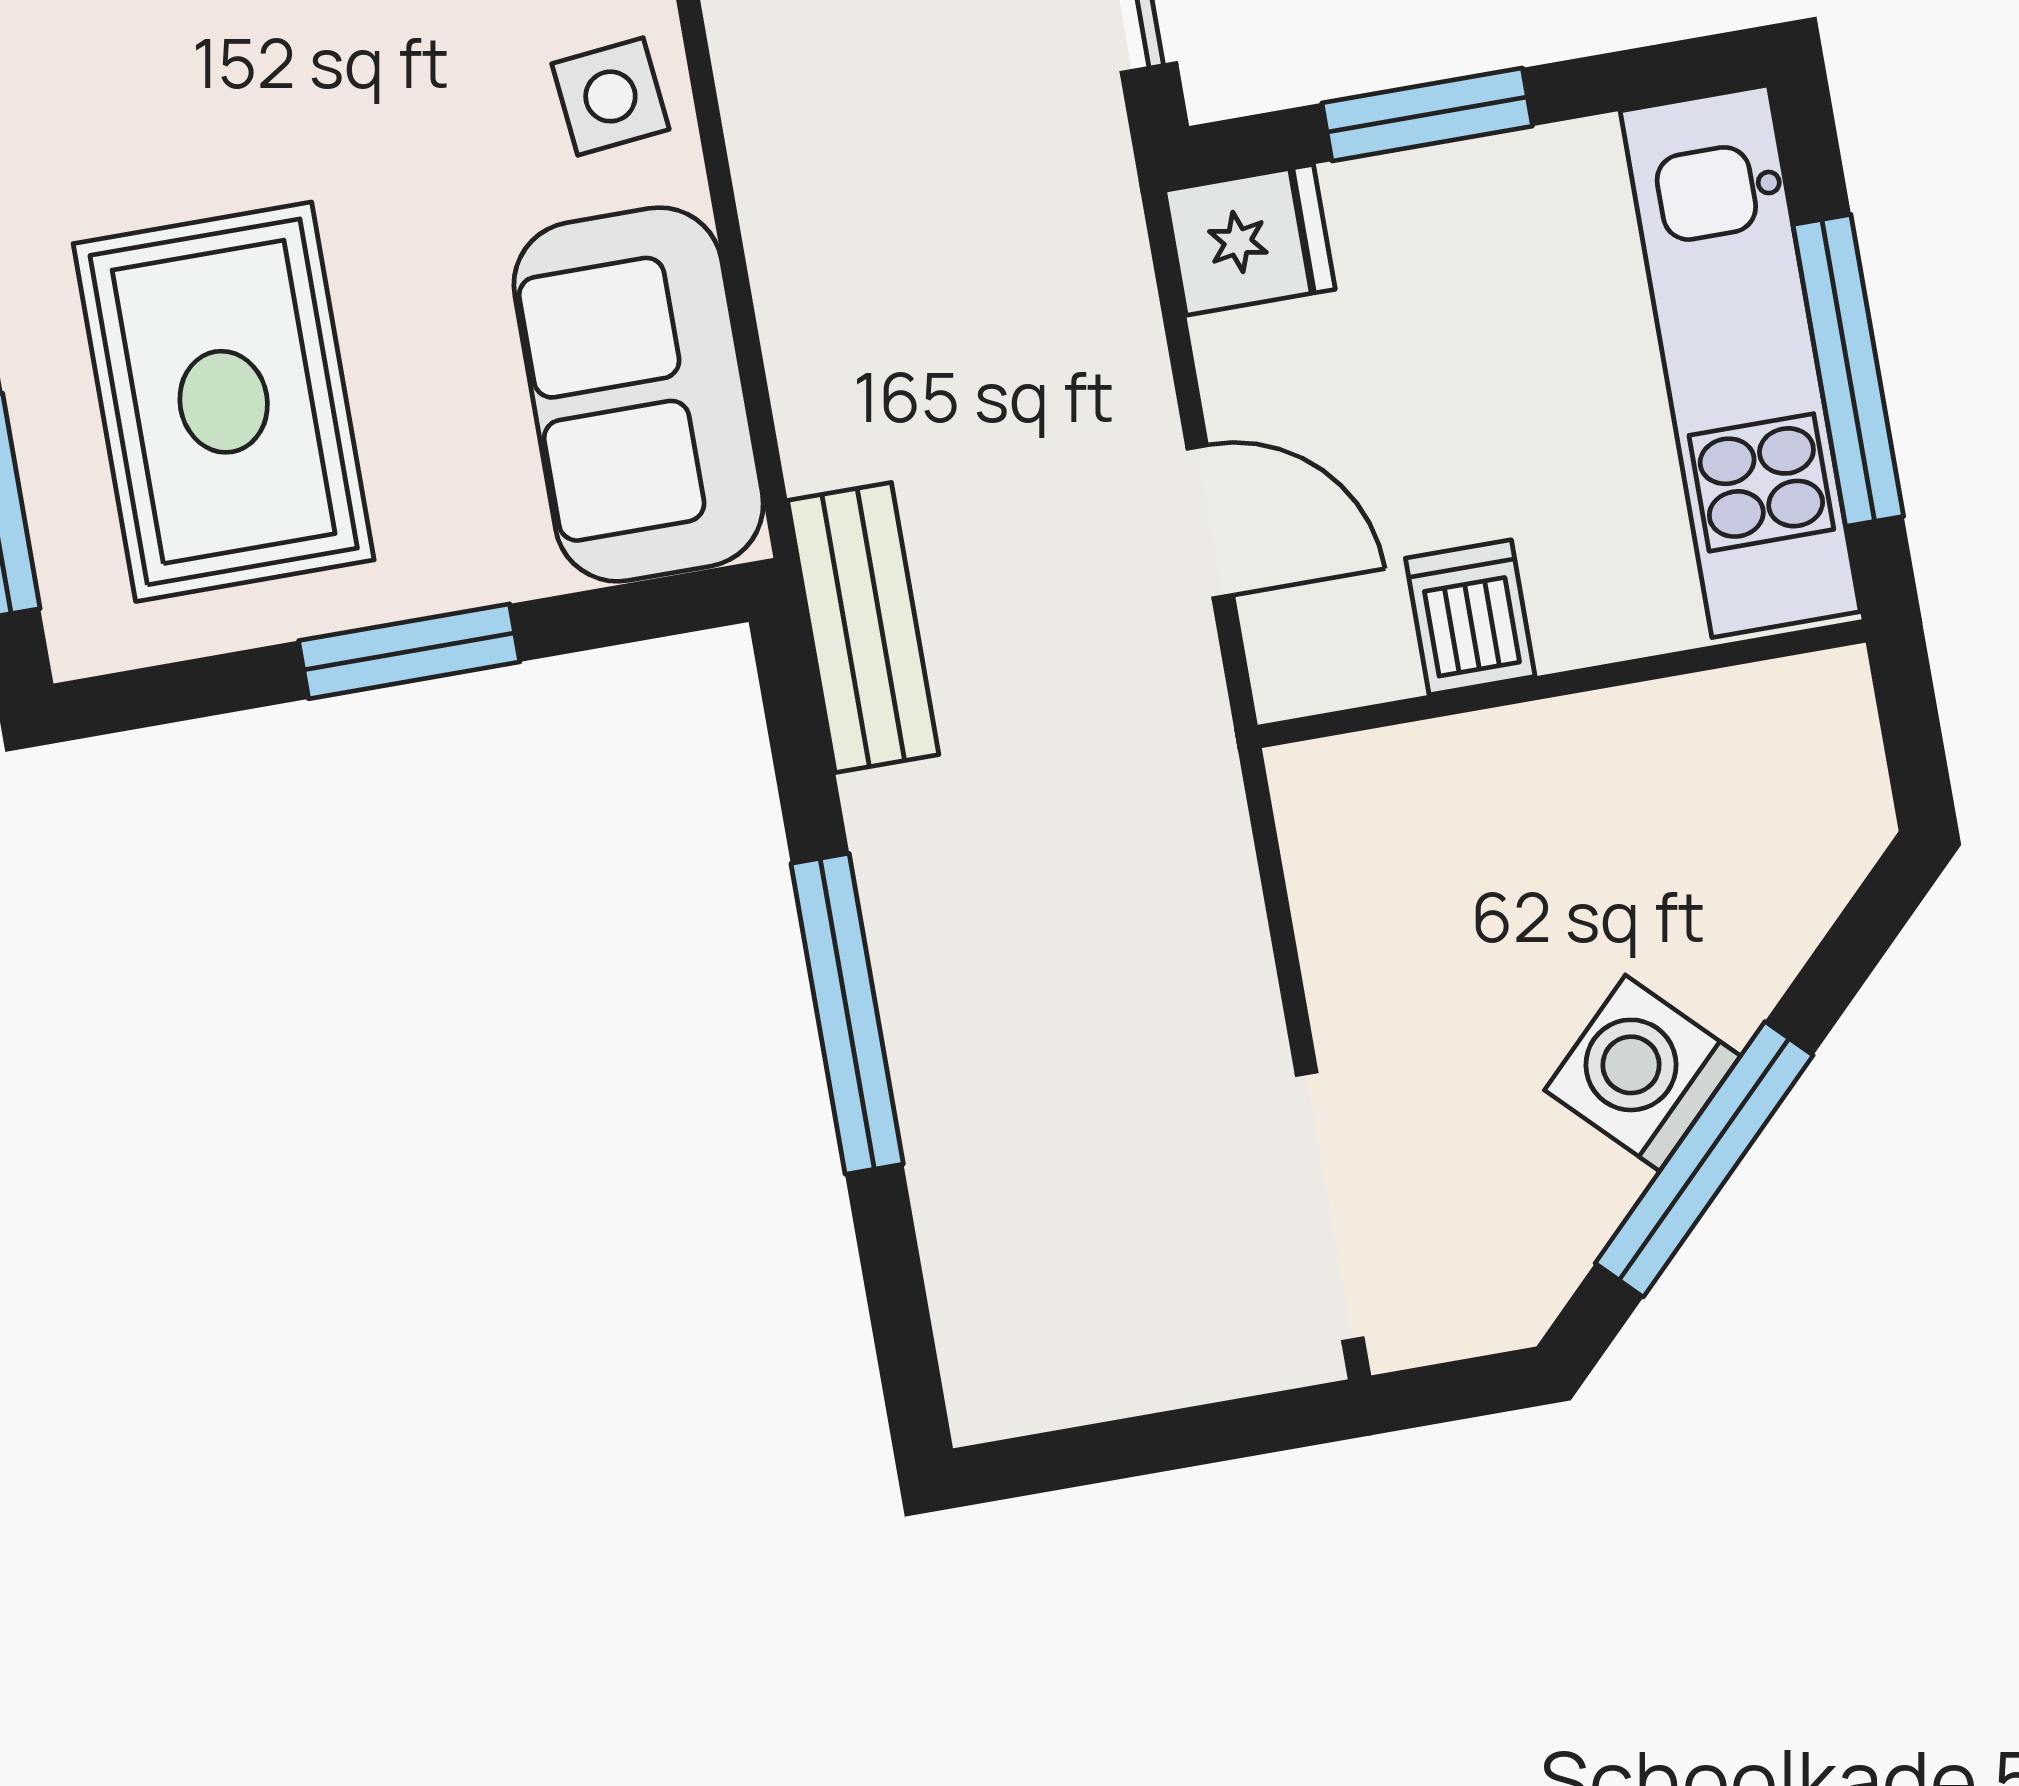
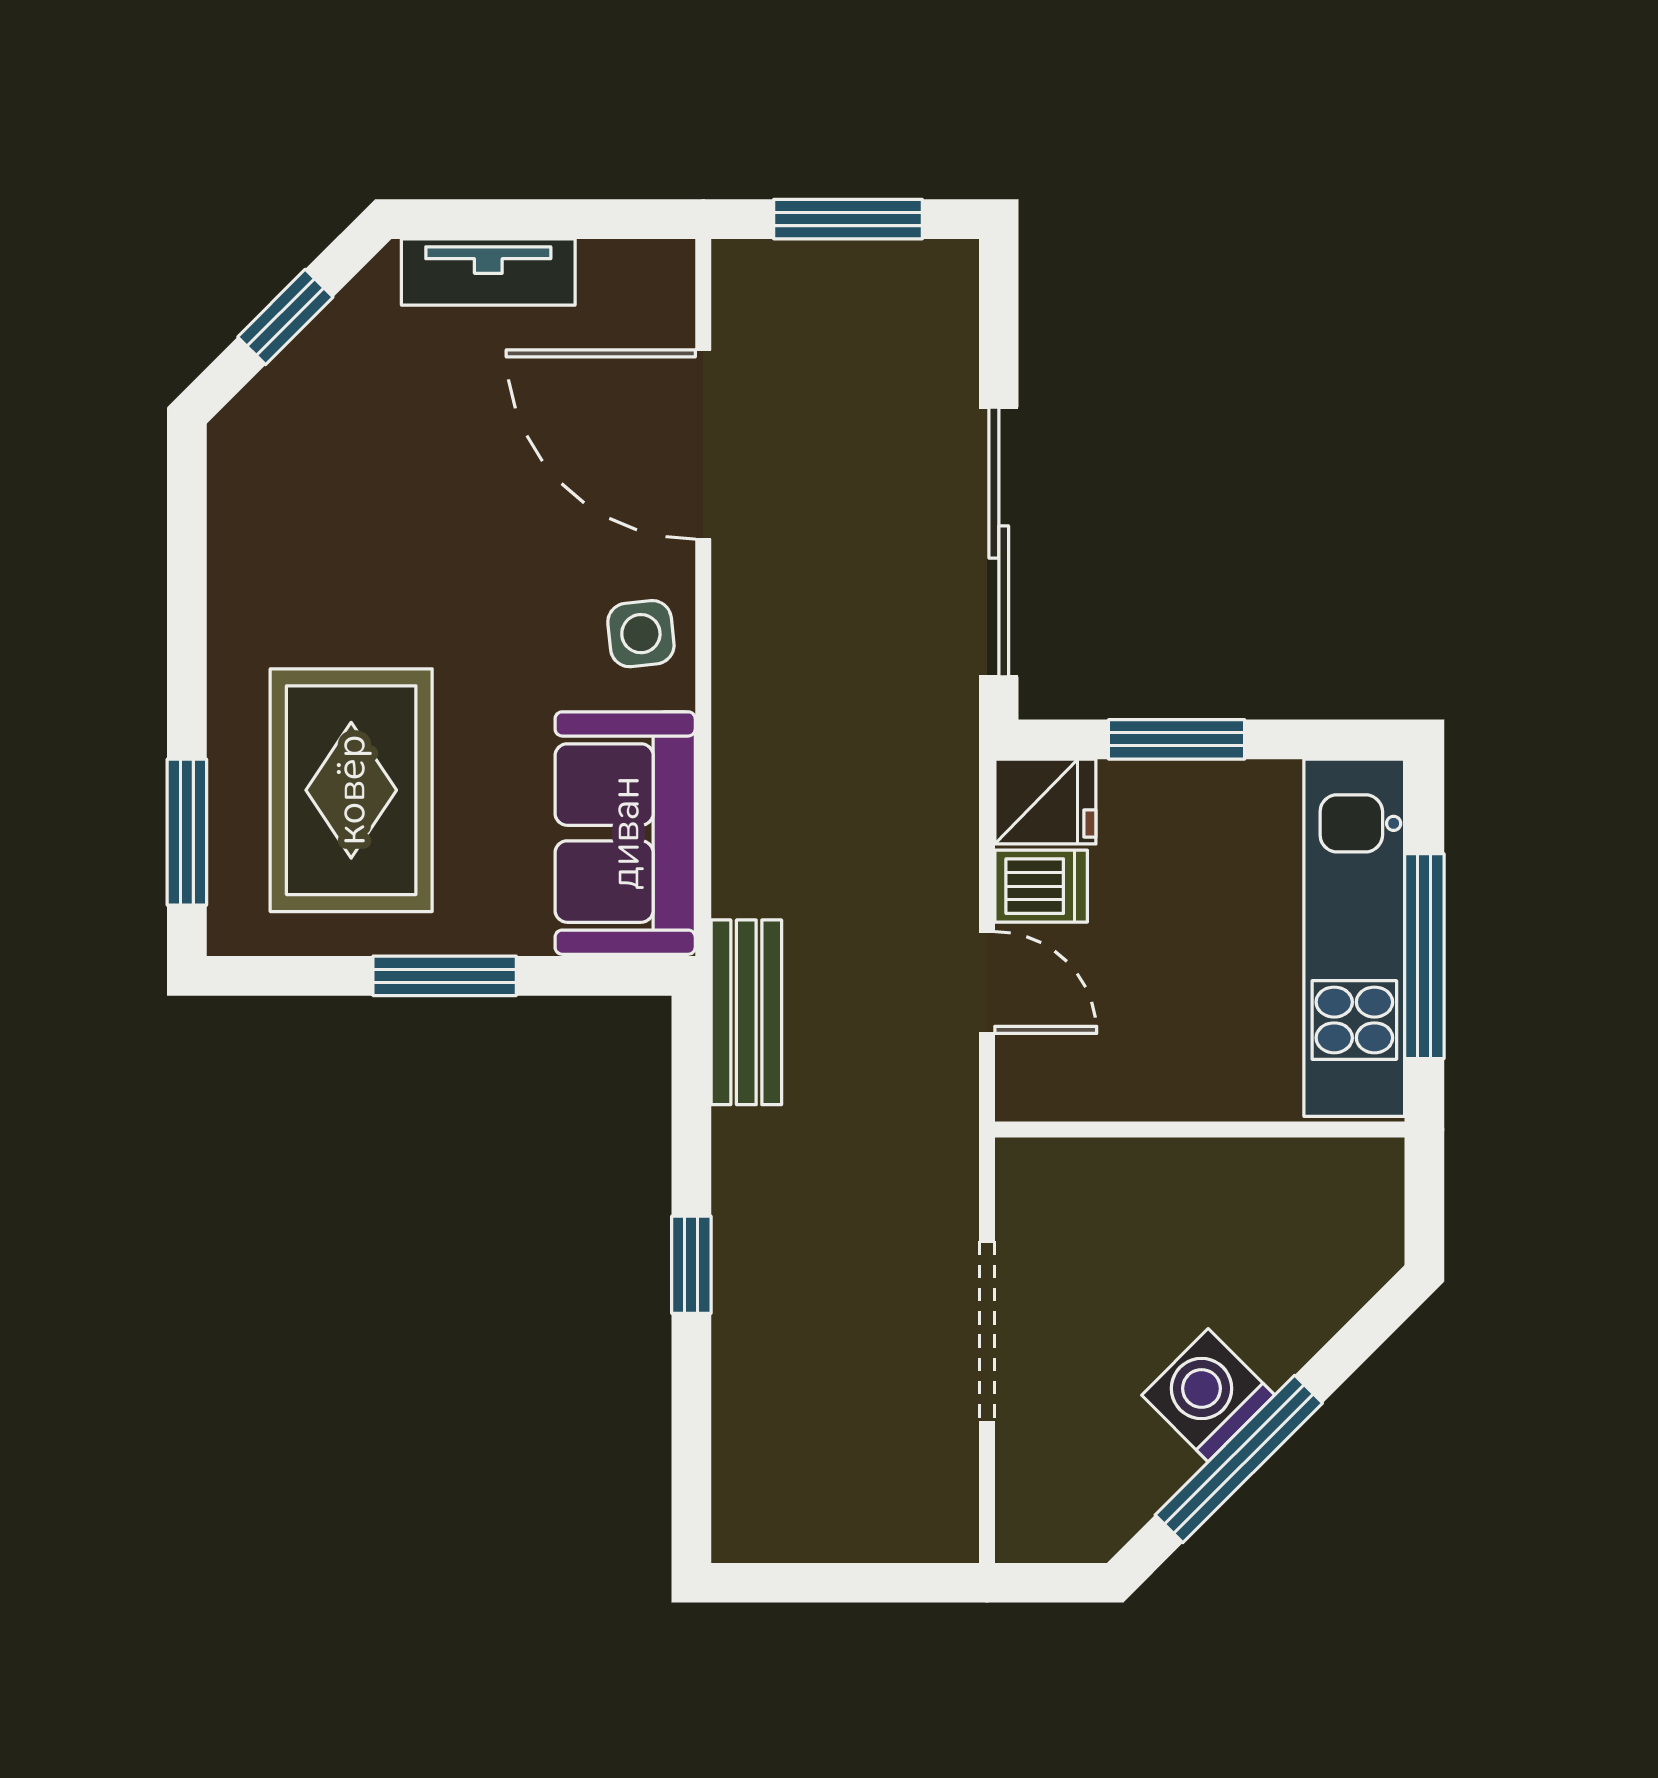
dishwasher: (1470, 617) -> (1041, 886), moved, turned 90
window: (847, 1014) -> (691, 1265), width x0.46
doorway: (1330, 1207) -> (987, 1332), moved

